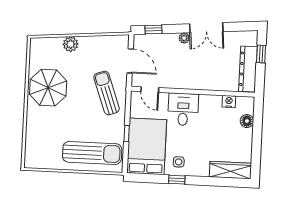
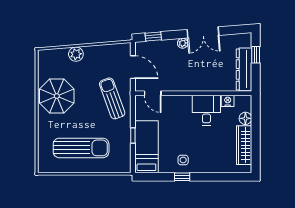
desk: (183, 109) -> (206, 110), moved
bed: (147, 146) -> (146, 147), width x0.67
sun lounger: (92, 153) -> (81, 148), moved
wardrobe: (230, 170) -> (244, 145), moved, turned -90

